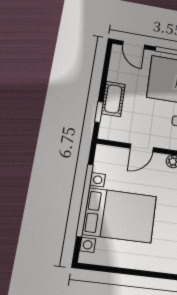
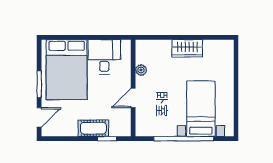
door: (142, 148) -> (133, 98), swing flipped
bed with nightstands: (120, 215) -> (201, 109), width x0.73

